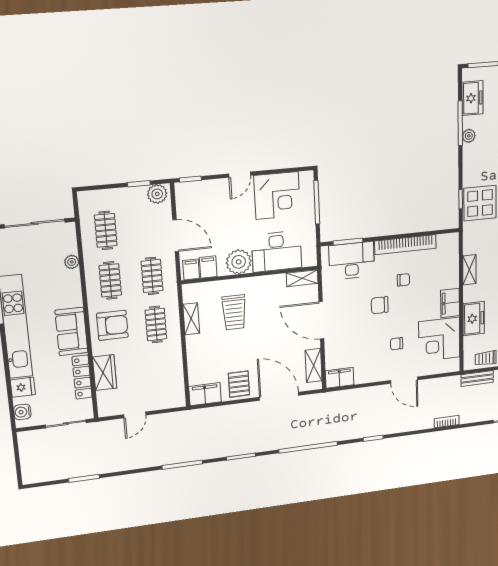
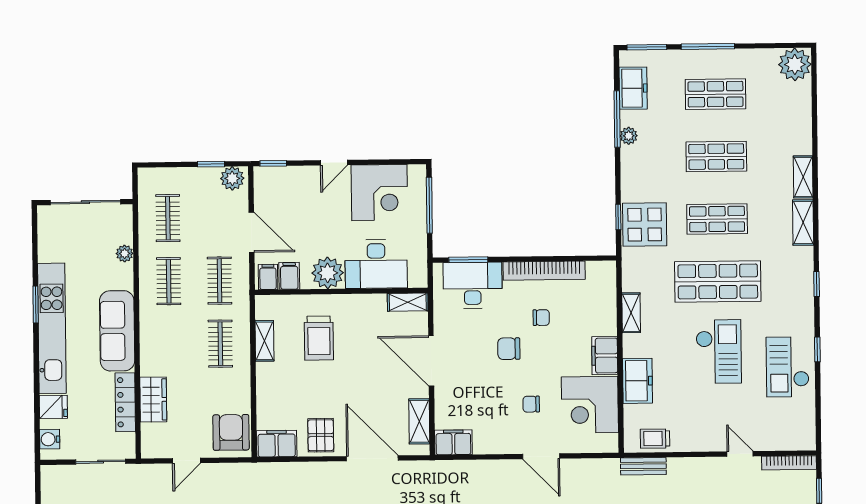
armchair: (112, 325) -> (231, 432), moved, turned -90
sofa: (71, 331) -> (117, 331), width x1.36

